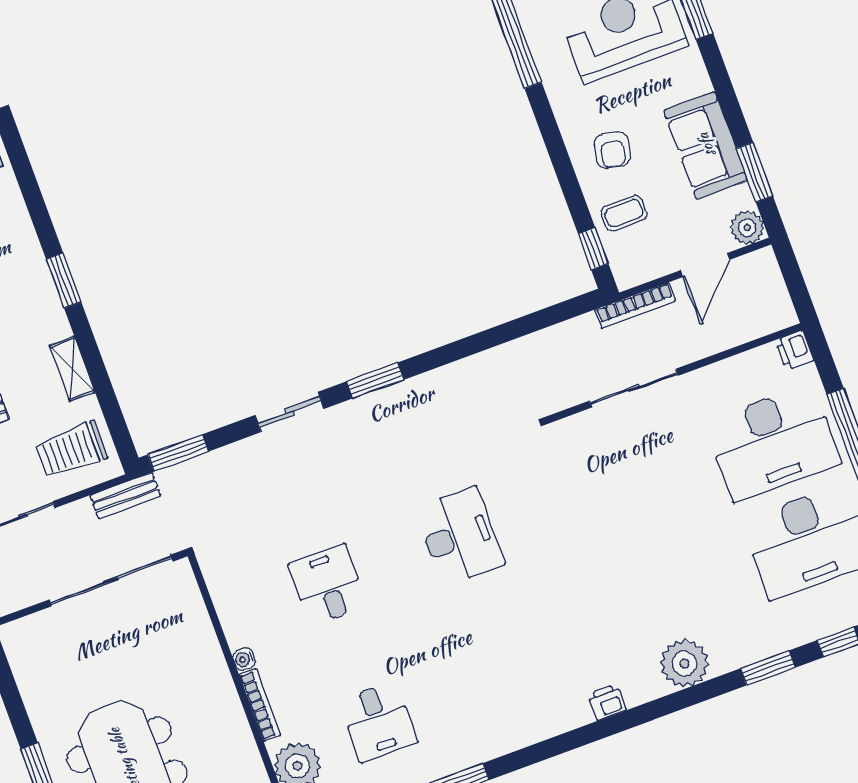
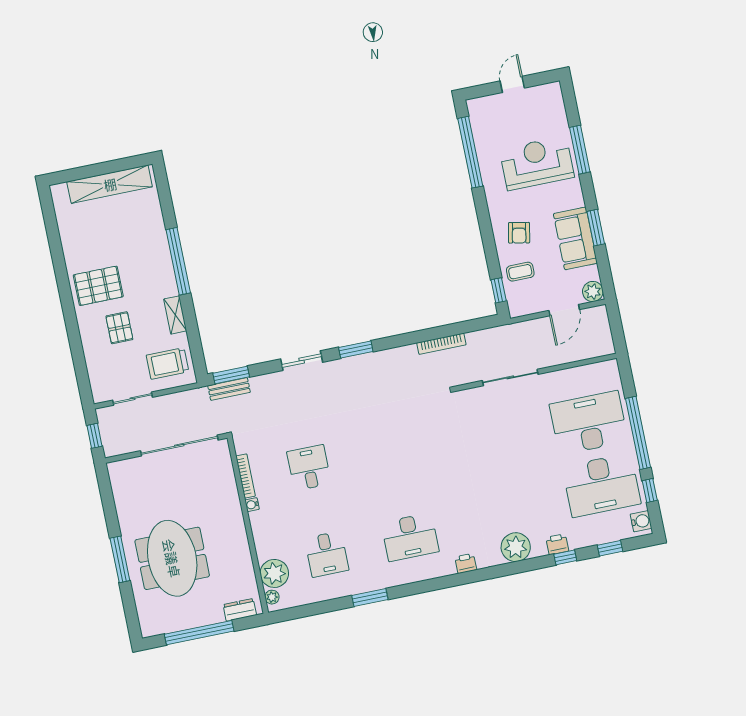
window: (755, 172) -> (596, 228), moved
window: (64, 280) -> (178, 261), width x2.11
bookcase: (635, 305) -> (441, 344), moved
printer: (794, 350) -> (557, 544), moved, turned 90
desk: (773, 443) -> (589, 423), turned 180
bench: (125, 496) -> (229, 389), moved
desk: (459, 536) -> (410, 537), moved, turned 90
window: (768, 668) -> (565, 557), width x0.67
bookcase: (260, 705) -> (246, 476), moved

